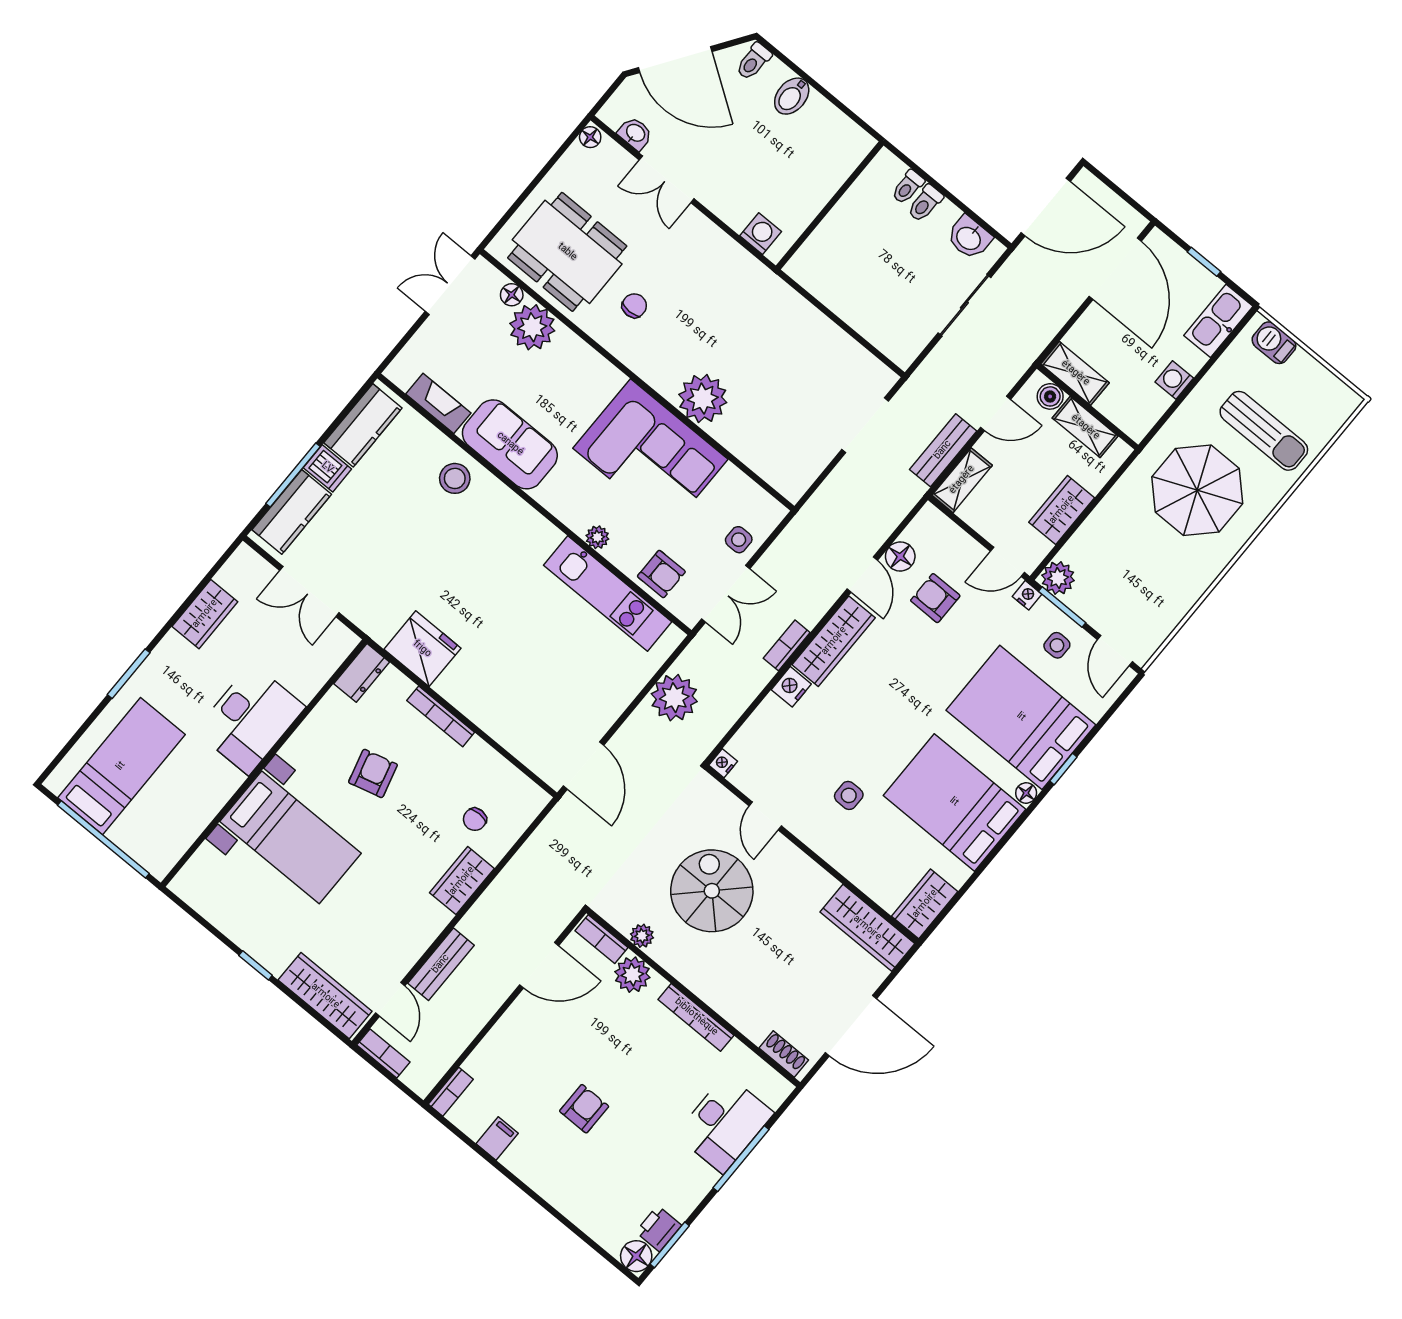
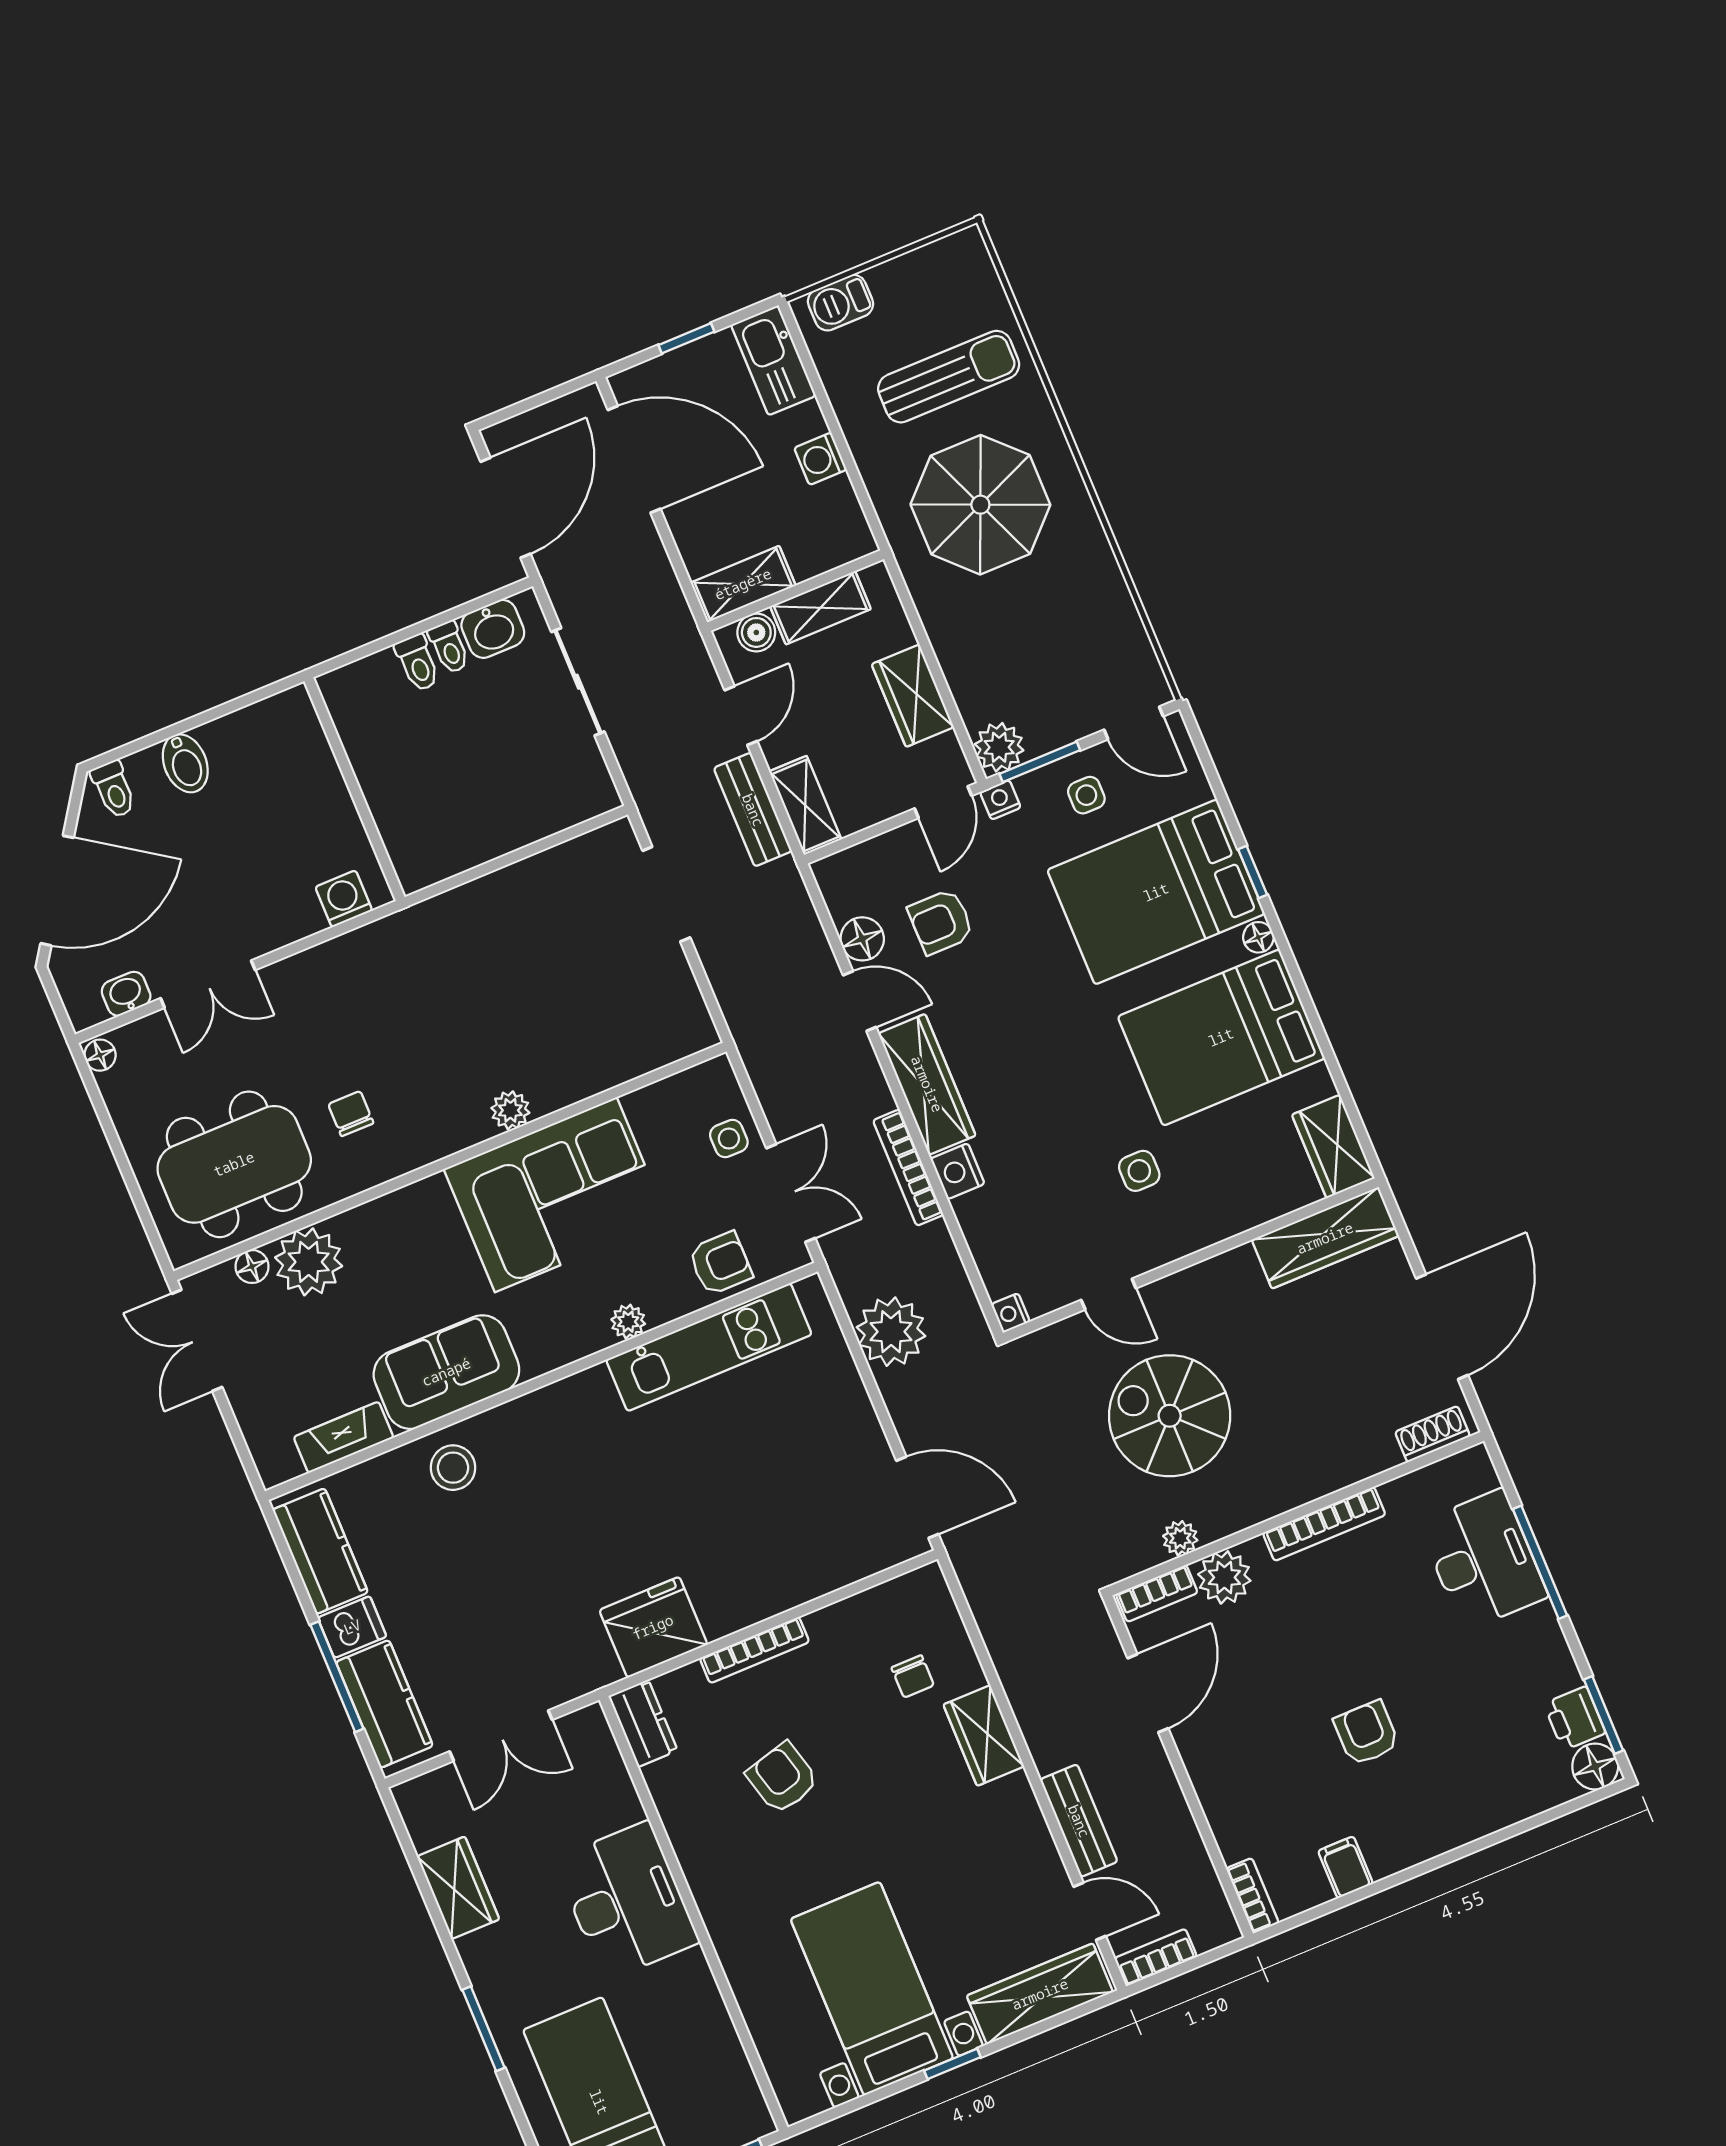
toilet: (908, 187) -> (449, 647), moved
plant: (703, 399) -> (510, 1110), width x0.53, depth x0.53
bookcase: (787, 645) -> (908, 1168), width x1.56
bed with nightstands: (290, 837) -> (872, 1989), moved, turned -90

